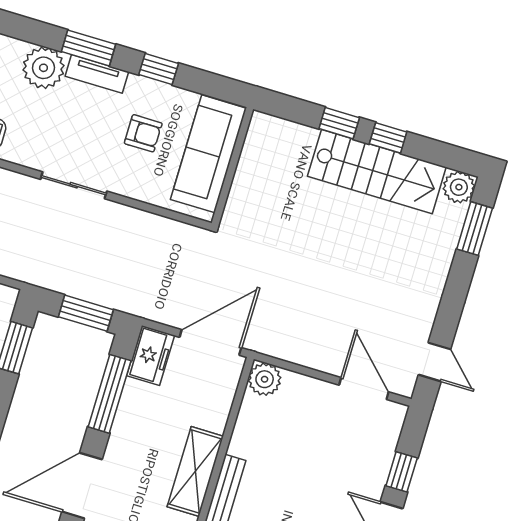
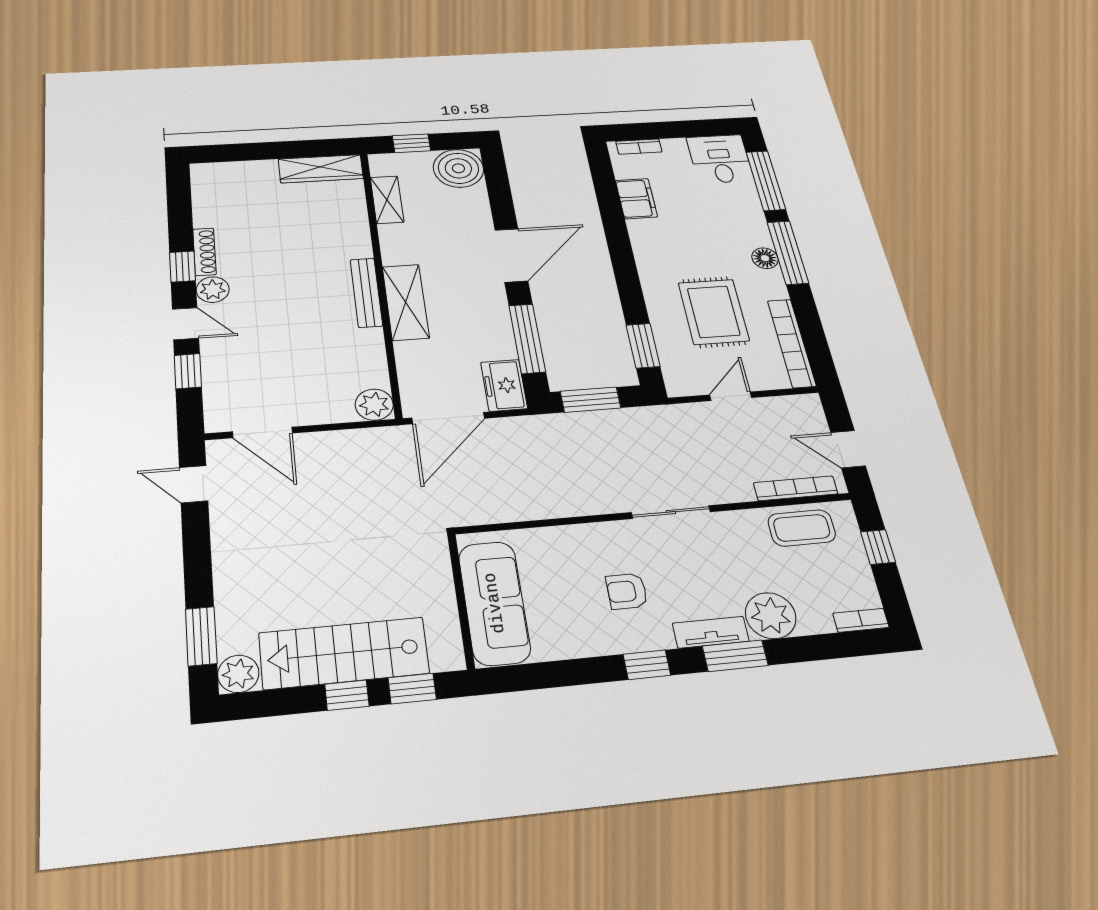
sofa: (208, 154) -> (494, 603), moved
wall: (232, 166) -> (461, 600), moved

